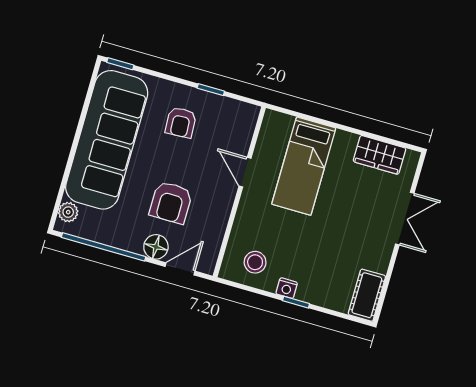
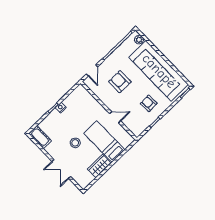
wardrobe: (380, 155) -> (99, 166), moved
floor lamp: (156, 247) -> (106, 66), removed
stool: (255, 262) -> (75, 143), moved

